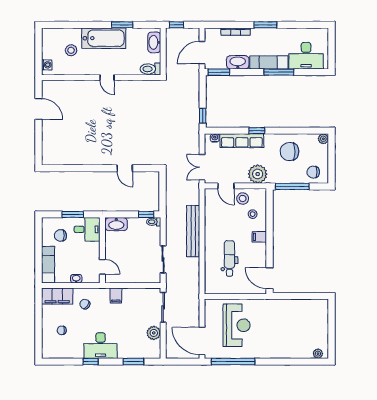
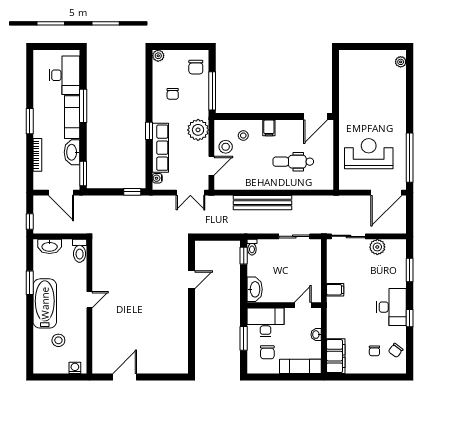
chair: (289, 152) -> (173, 94), width x0.54, depth x0.54
desk: (87, 229) -> (265, 322), width x1.37
chair: (85, 304) -> (396, 350), moved

